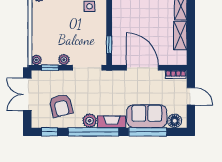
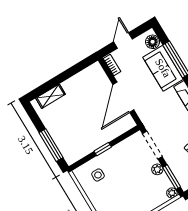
shelving: (180, 36) -> (76, 81), removed
window: (109, 45) -> (103, 149), moved
window: (50, 68) -> (172, 177), width x1.50

